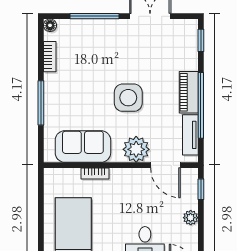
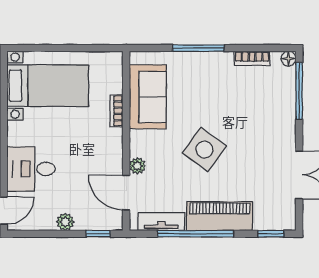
window: (95, 16) -> (299, 91), moved
piano: (189, 92) -> (220, 216), width x1.37, depth x1.33
side table: (128, 98) -> (204, 150), turned 36
plant: (136, 149) -> (137, 166), width x0.53, depth x0.53
door: (165, 165) -> (126, 193), hinge flipped

